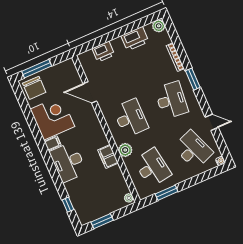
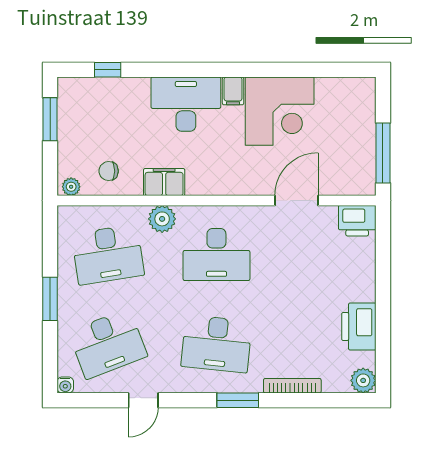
printer: (103, 52) -> (357, 221), moved, turned -90
window: (37, 69) -> (383, 153), moved
chair: (34, 88) -> (109, 171), moved, width x0.54, depth x0.54
window: (167, 193) -> (50, 299), moved

